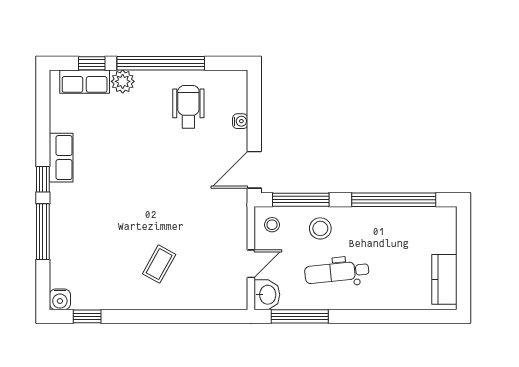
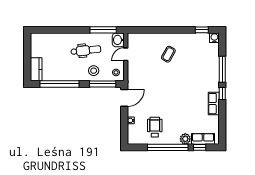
wheelchair: (188, 107) -> (155, 127), turned 180
kitchen counter: (444, 279) -> (36, 69), moved

